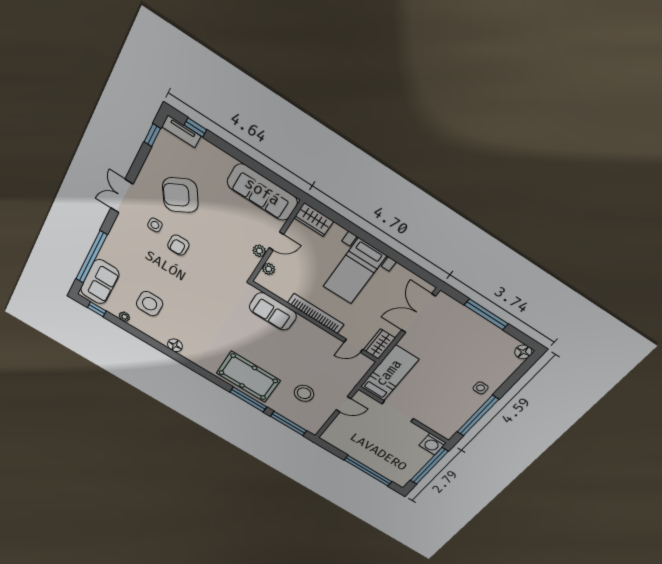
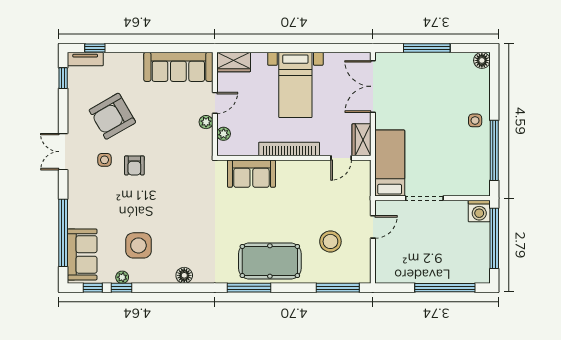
window: (120, 323) -> (121, 288), added
window: (248, 400) -> (249, 288), moved

